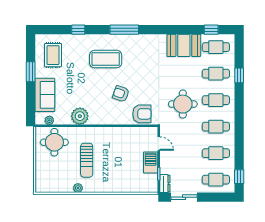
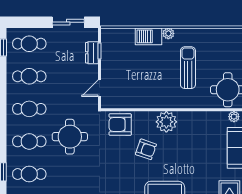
plant: (80, 116) -> (166, 122), moved
door: (159, 144) -> (100, 88), hinge flipped
barbecue: (151, 162) -> (149, 36), moved, turned 90
dresser: (165, 184) -> (92, 53), moved
plant: (78, 188) -> (168, 33), moved

